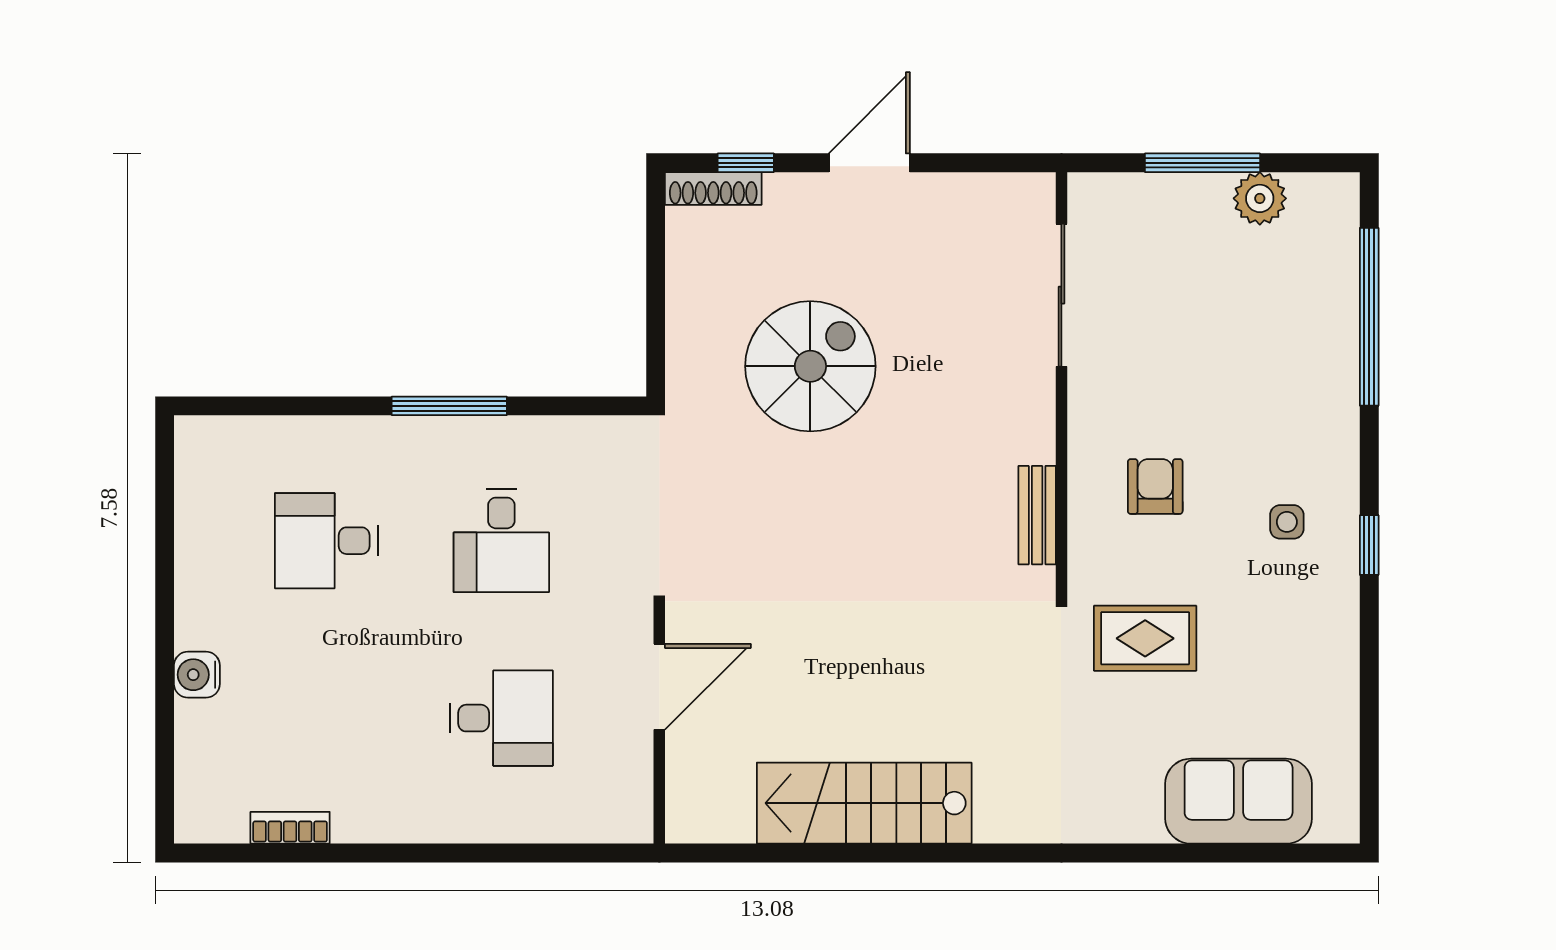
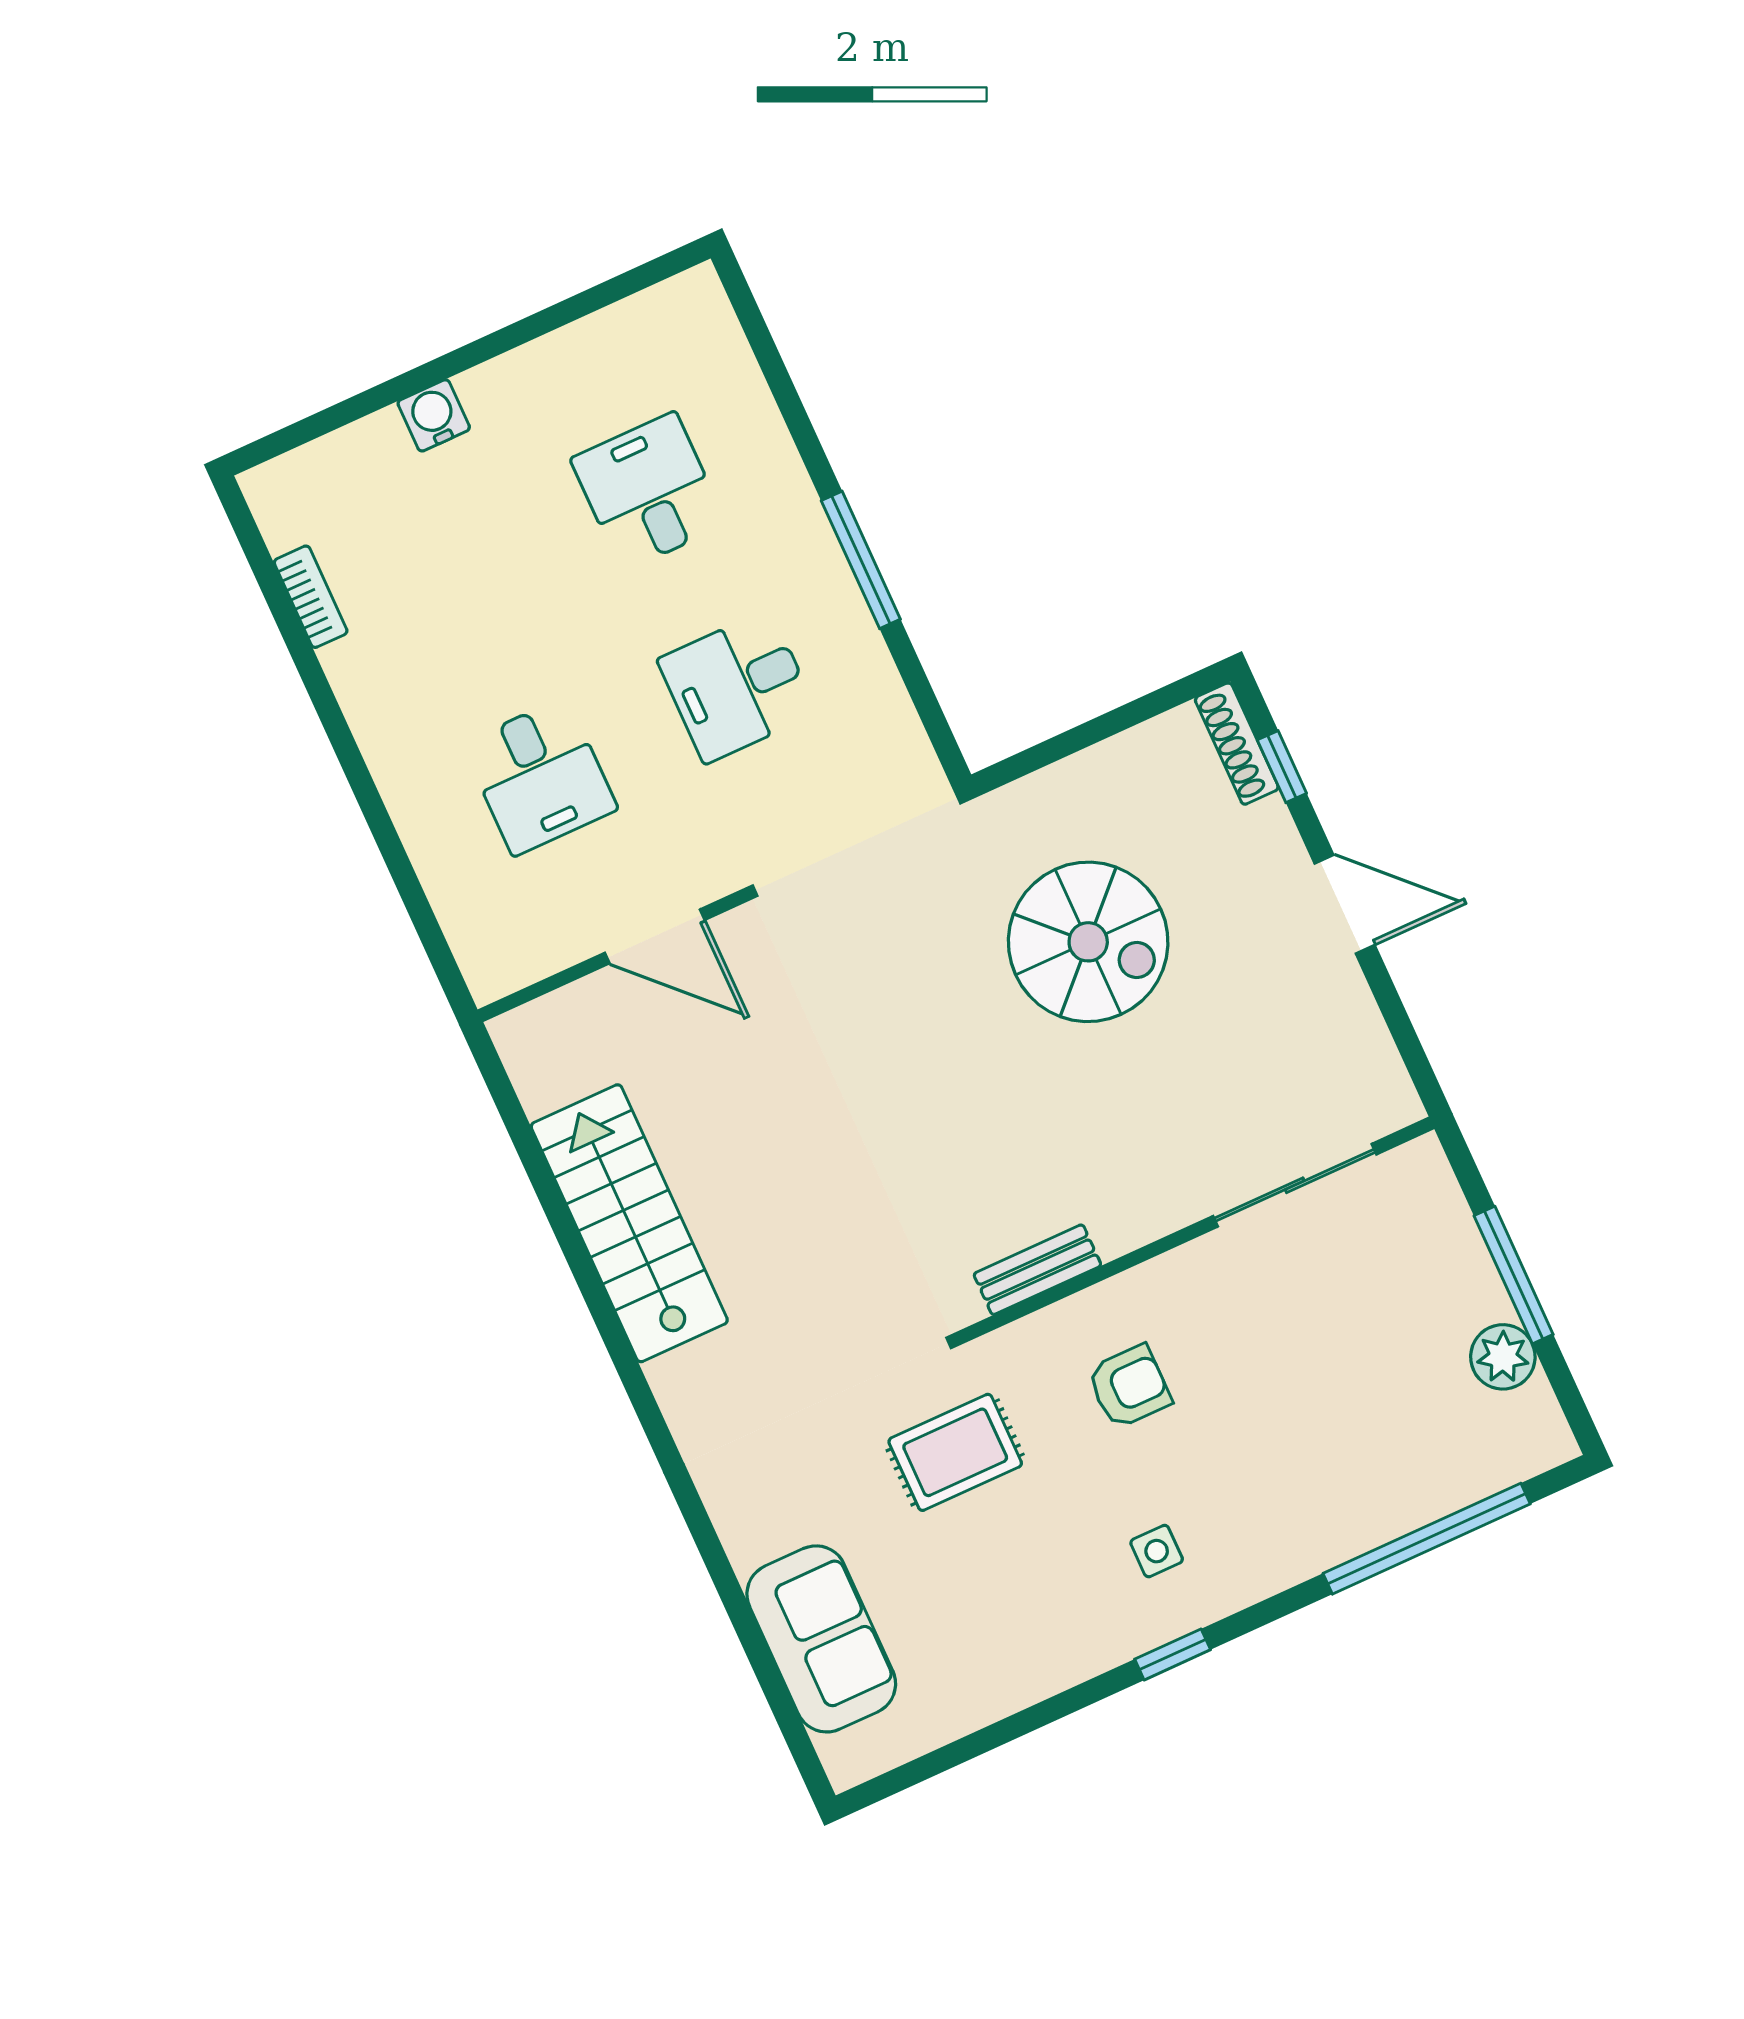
rug: (1145, 638) -> (955, 1452), turned 90

